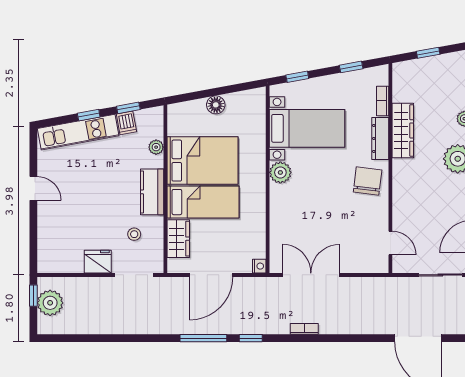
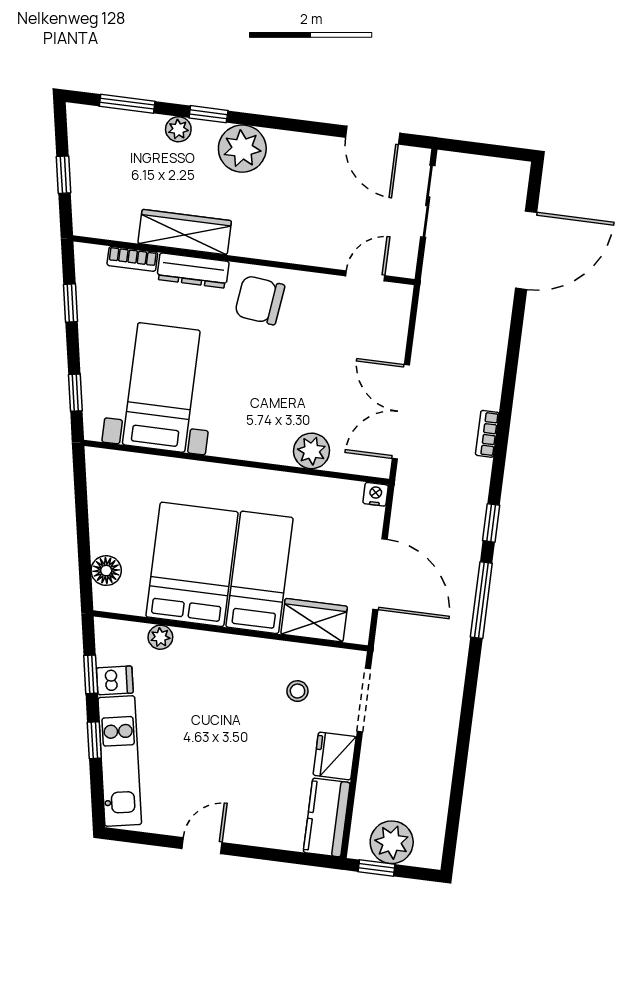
floor lamp: (216, 105) -> (106, 571), moved
plant: (280, 172) -> (312, 451), moved
kitchen counter: (152, 192) -> (327, 818), moved, turned 90

